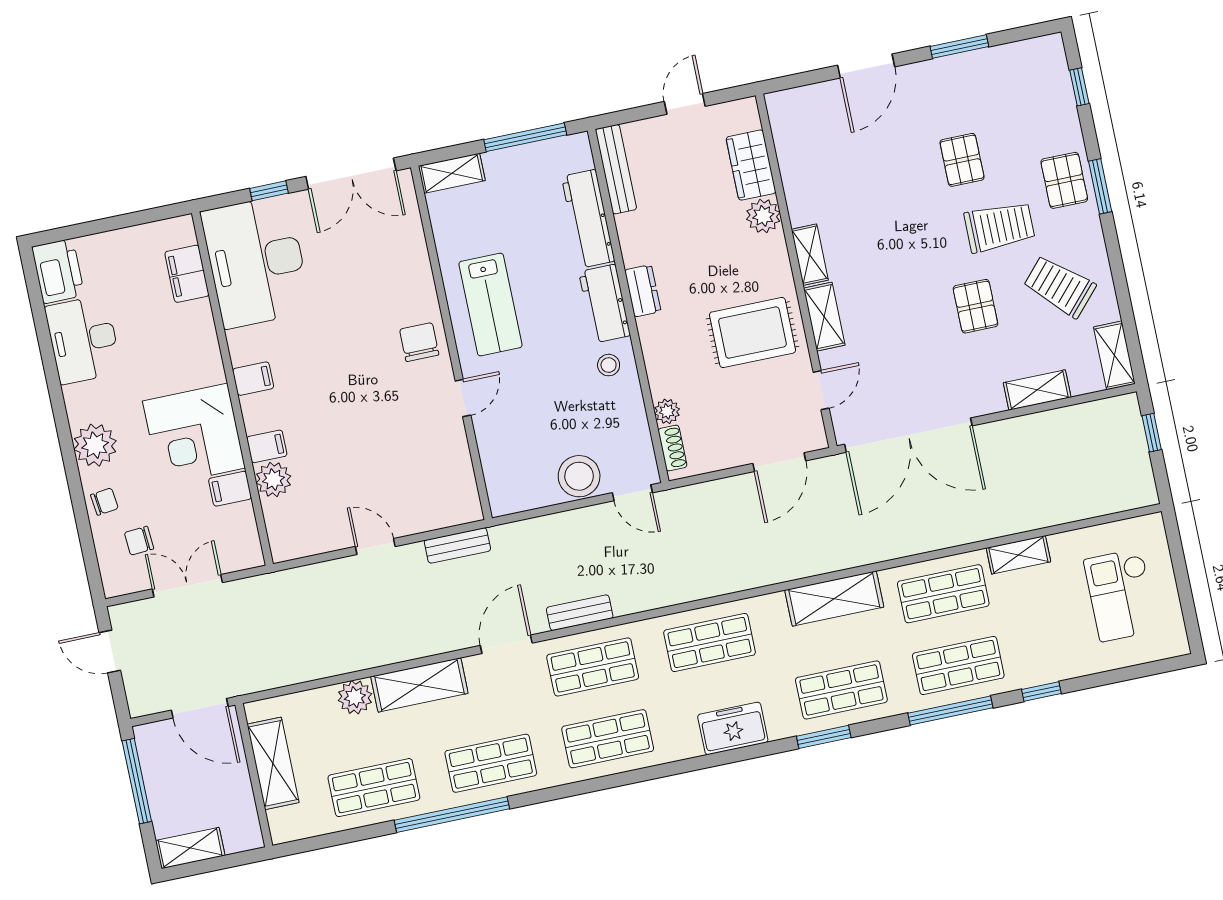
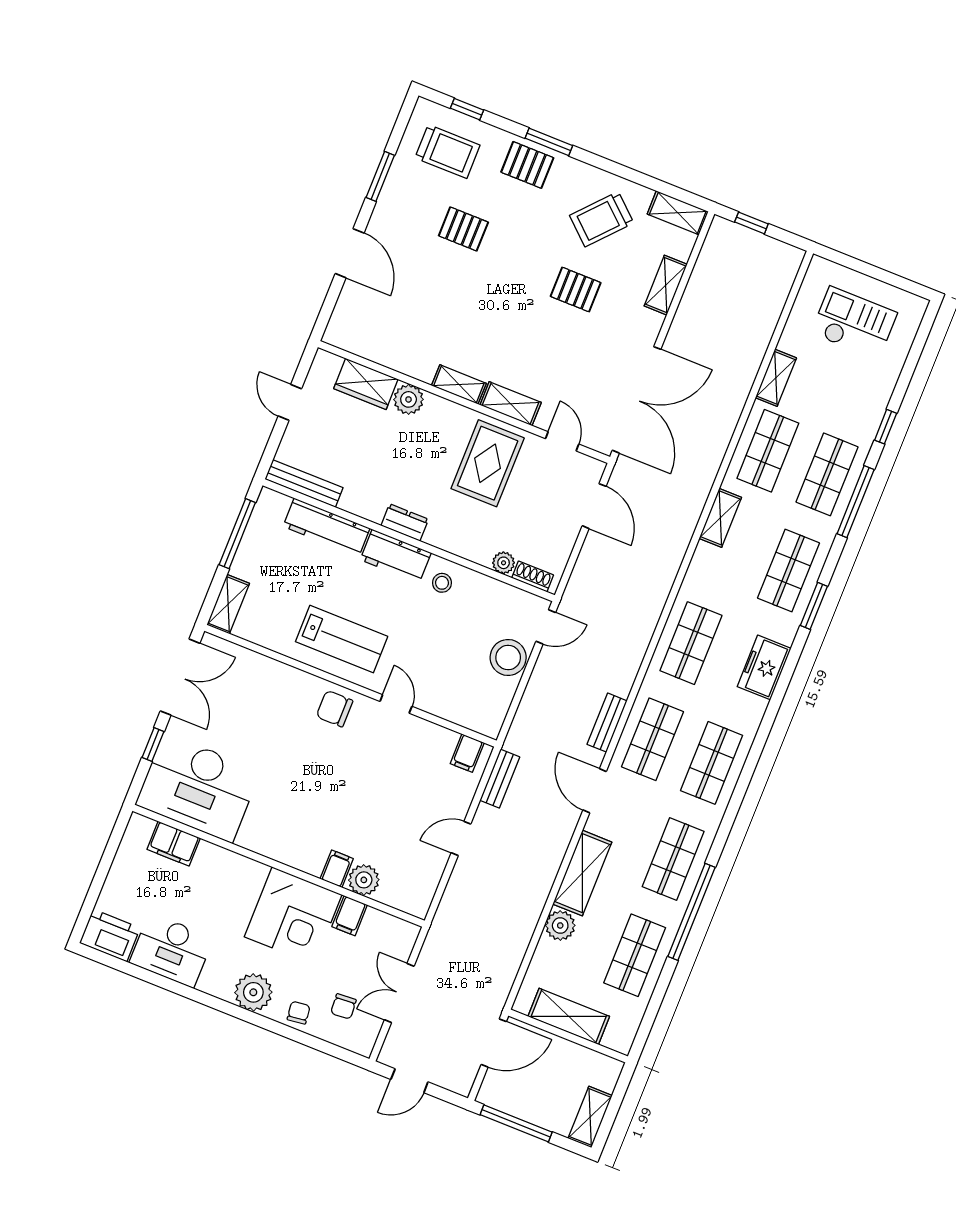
trolley: (999, 227) -> (447, 151), moved, turned 90
filing cabinet: (253, 379) -> (467, 753), moved, turned 180
checkout: (1121, 595) -> (854, 323), turned 180
shelving: (834, 599) -> (720, 518), width x0.67, depth x0.75

